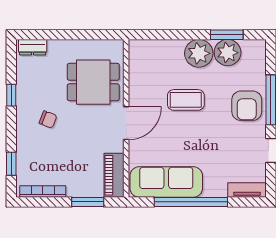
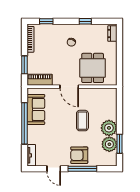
sofa: (166, 182) -> (36, 109), width x0.73

